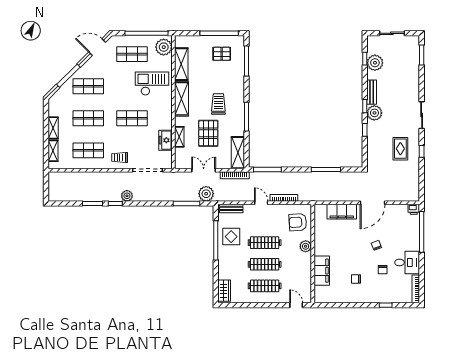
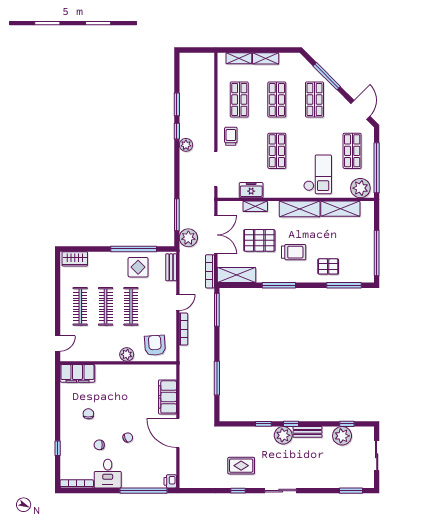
pallet: (222, 54) -> (328, 266), moved, turned 90
double door: (204, 170) -> (216, 235), width x1.37
filing cabinet: (322, 271) -> (77, 373), moved

